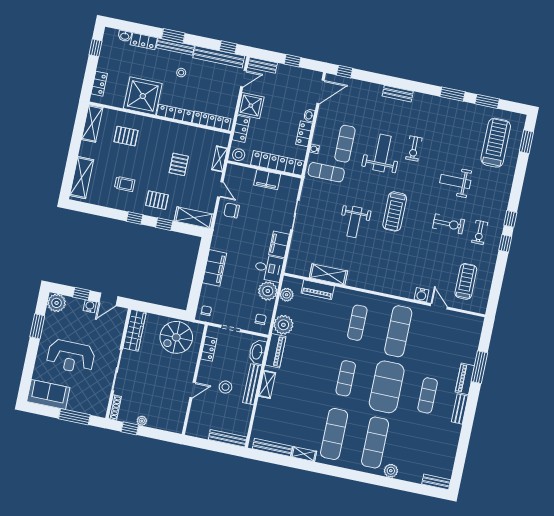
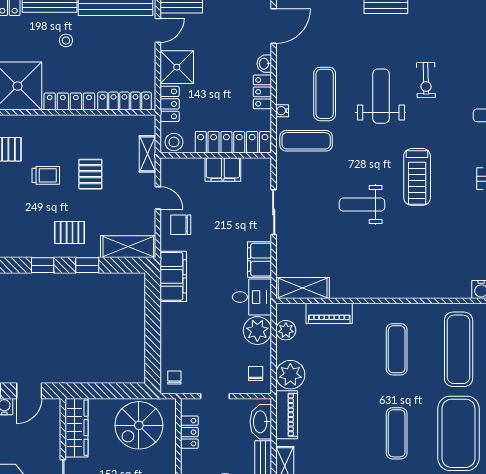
trolley: (125, 184) -> (46, 175), moved
weight bench: (354, 222) -> (362, 204), turned 90
filing cabinet: (214, 268) -> (173, 276), moved
shelving: (328, 274) -> (303, 288), moved

